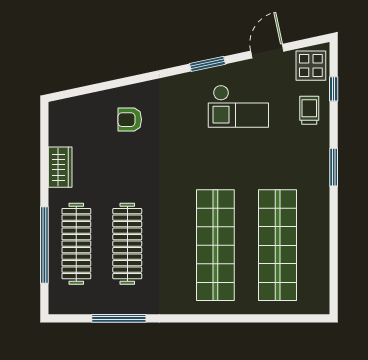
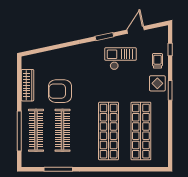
display table: (311, 66) -> (157, 83), moved
checkout: (238, 106) -> (120, 59), turned 180
armchair: (130, 120) -> (60, 91), moved, width x1.88, depth x1.88
wardrobe: (60, 167) -> (27, 85), width x1.50

